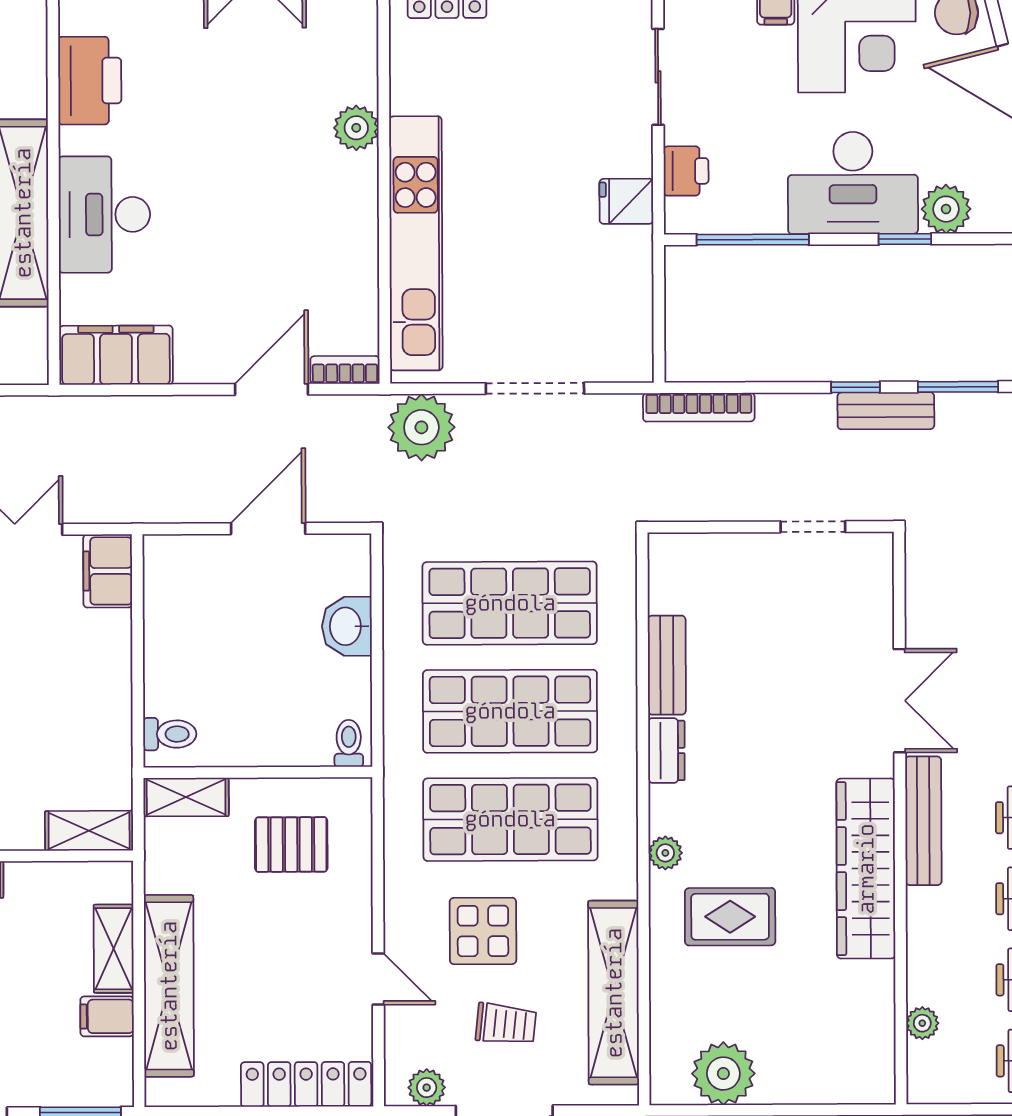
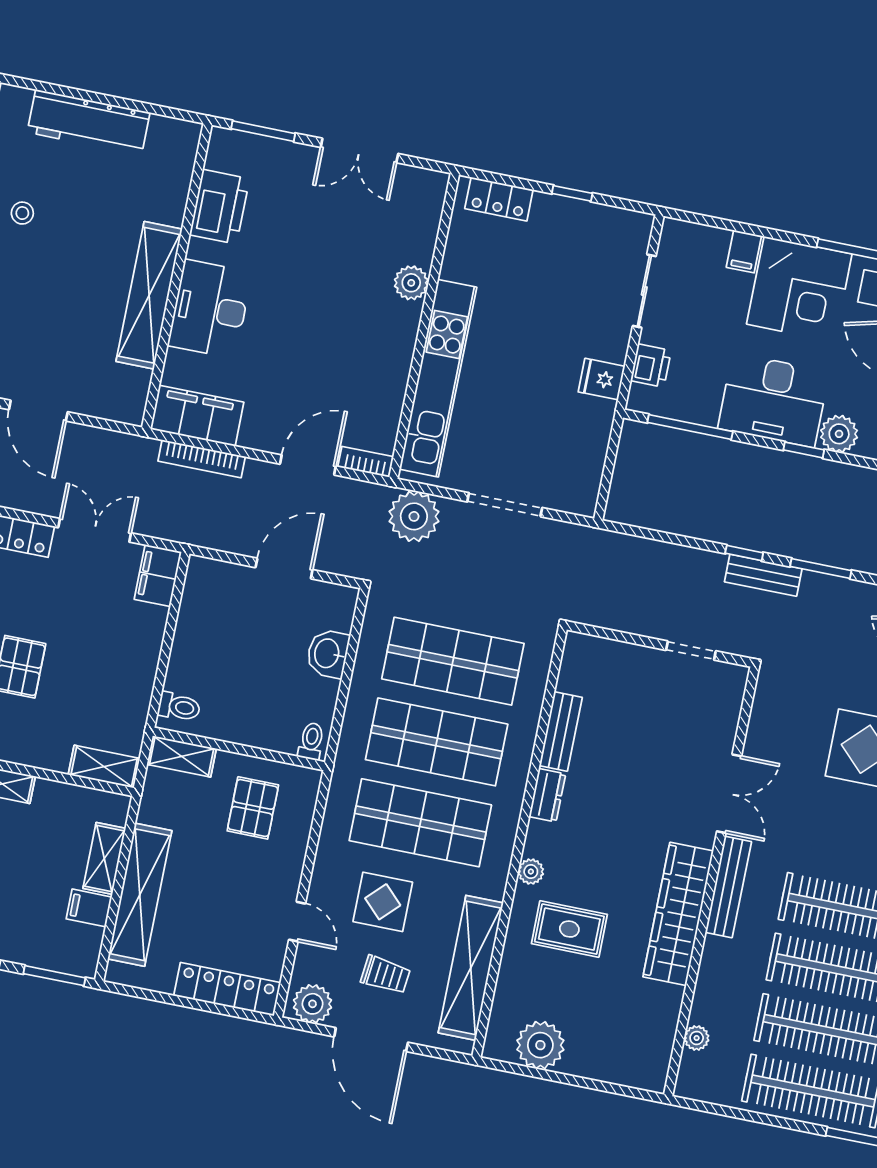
bookcase: (699, 407) -> (202, 459), moved
pallet: (291, 845) -> (253, 808), turned 90
plant: (427, 1088) -> (313, 1004), width x1.38, depth x1.38

